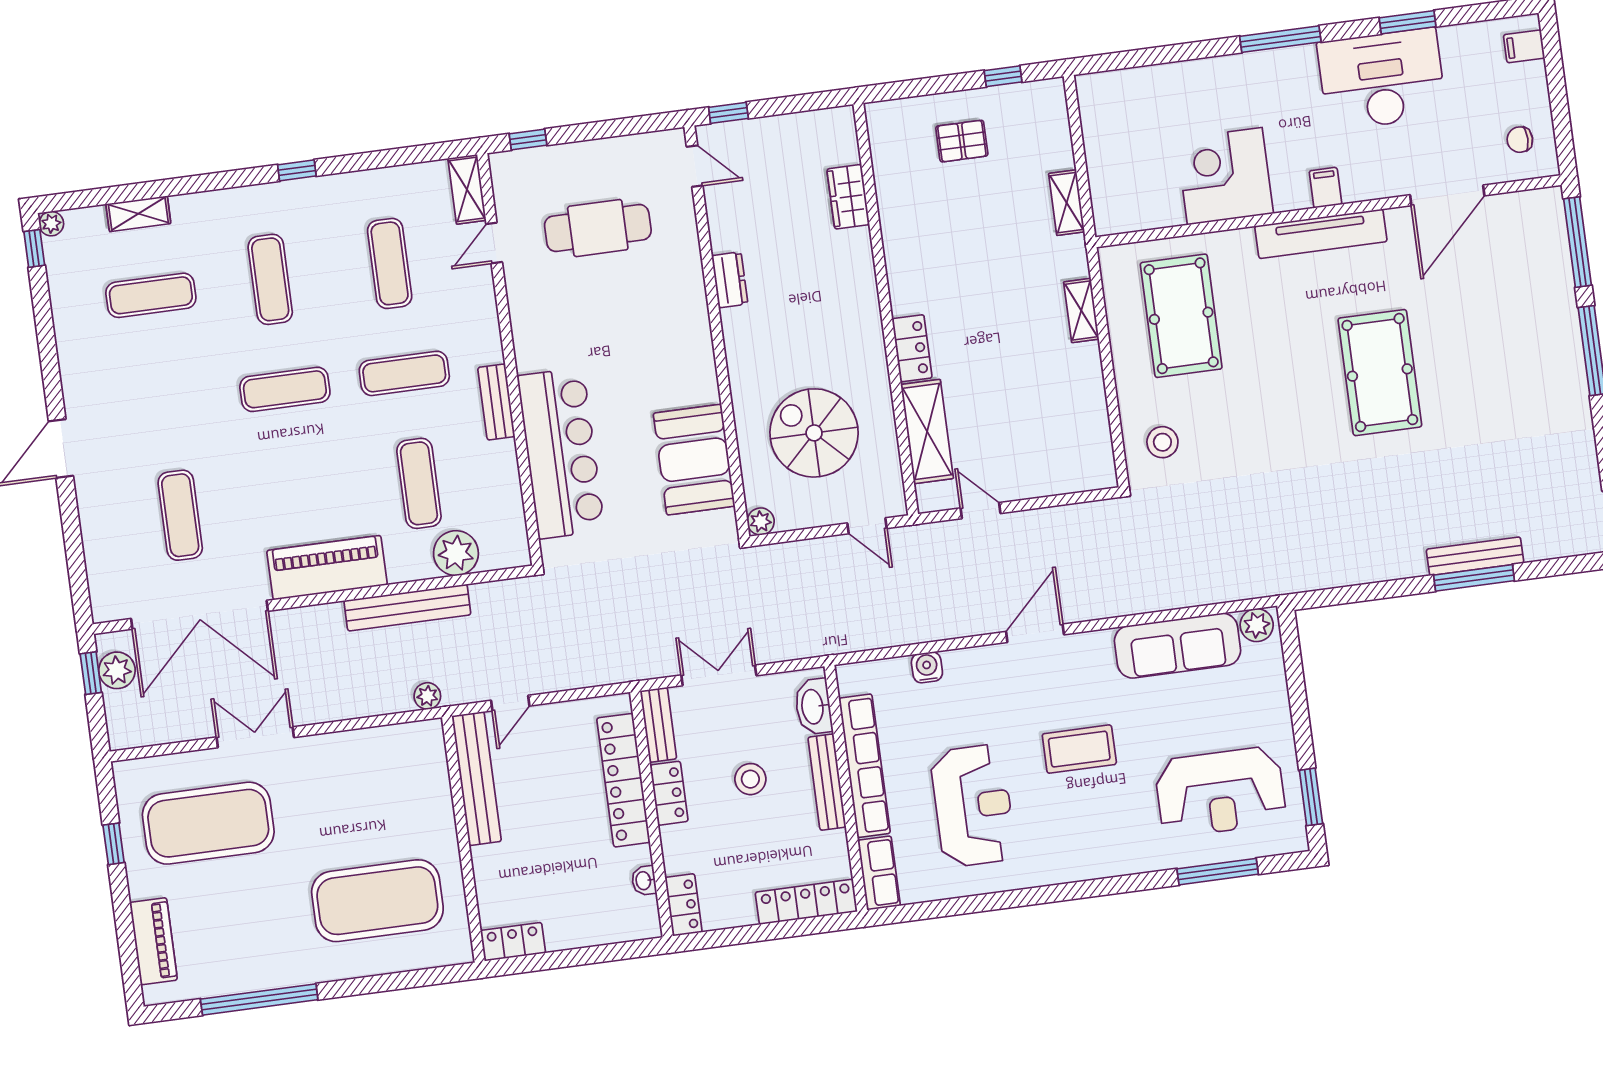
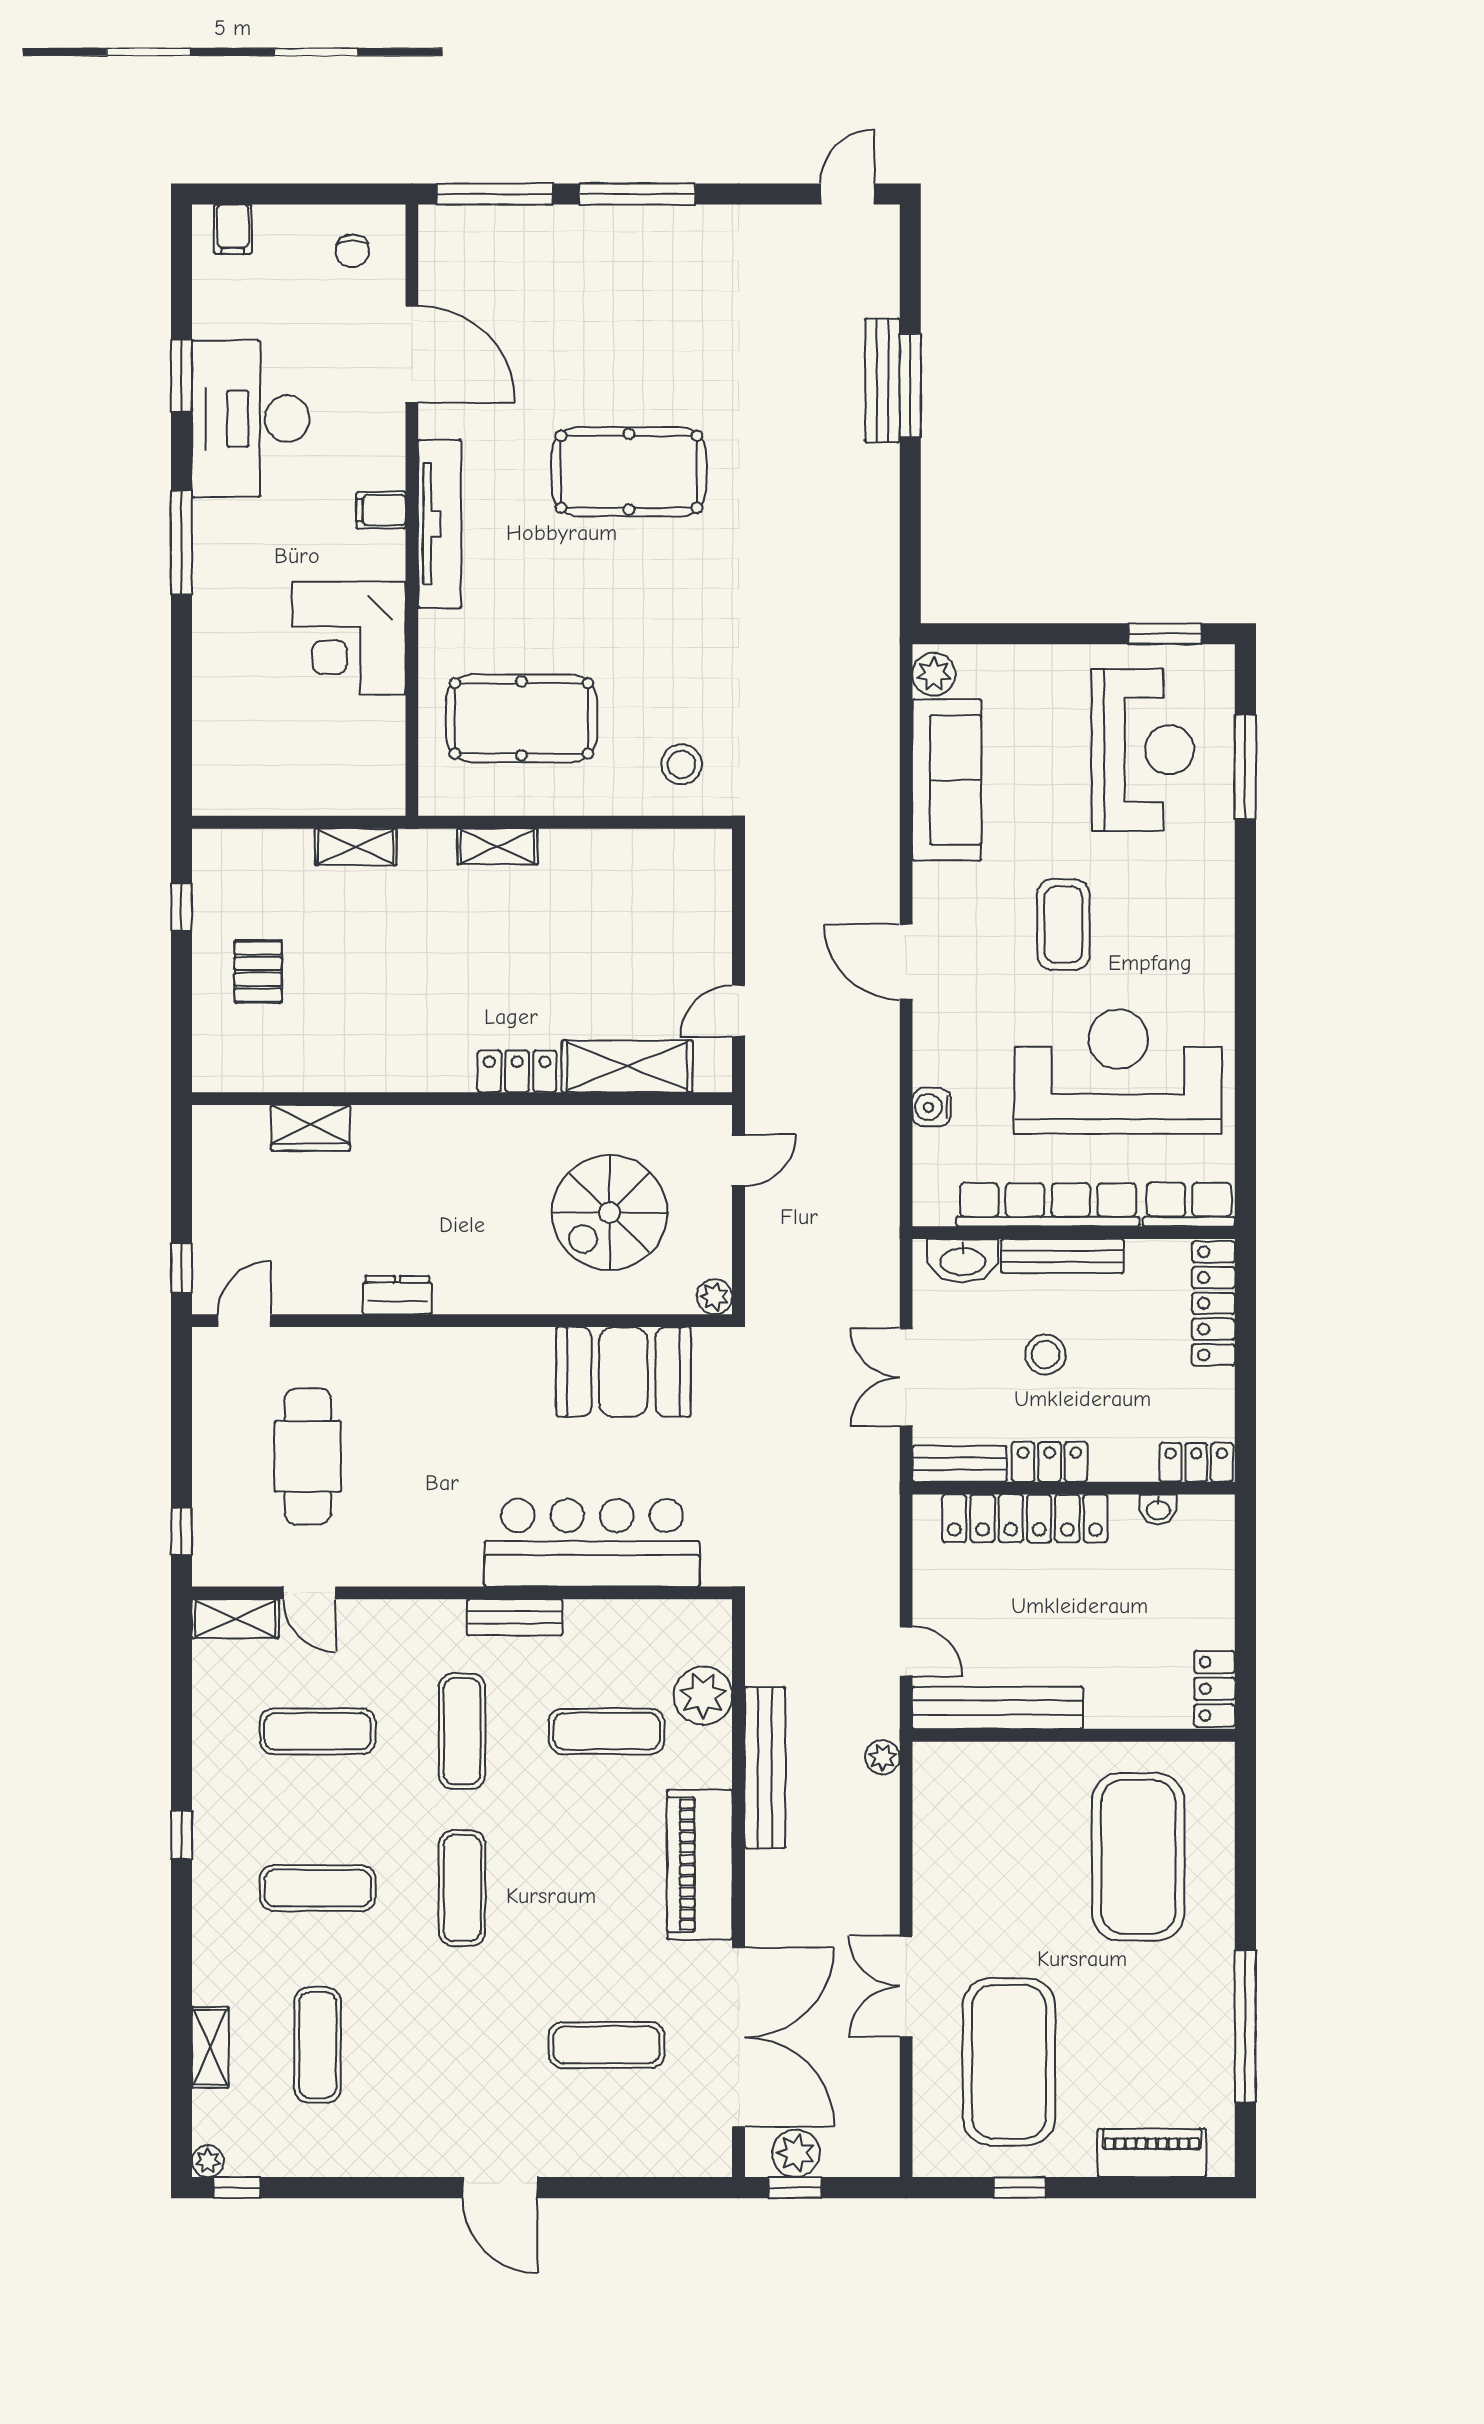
reception desk: (973, 806) -> (1118, 1072), width x1.36, depth x1.30

